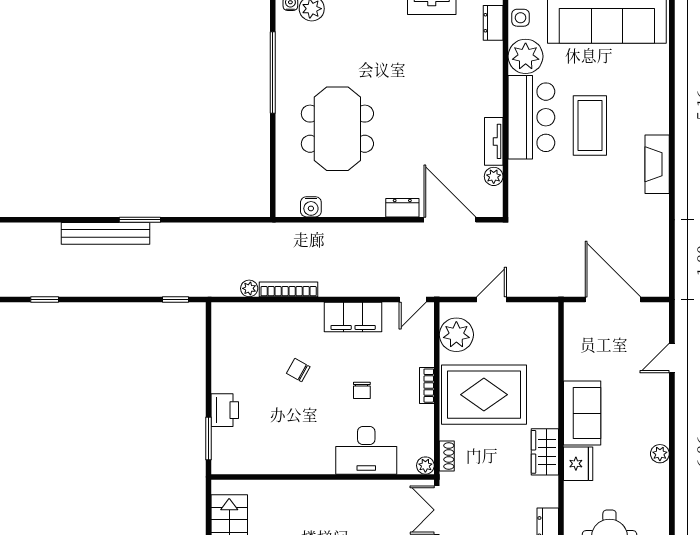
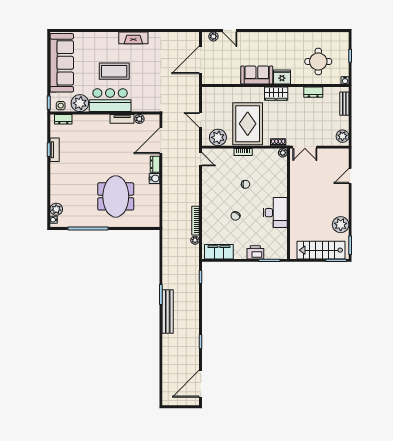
meeting table: (337, 129) -> (116, 196), turned 90
water cooler: (311, 207) -> (154, 178), moved
filing cabinet: (353, 317) -> (219, 252), moved, turned -90
desk: (366, 450) -> (275, 213), moved
plant: (660, 454) -> (213, 36), moved

